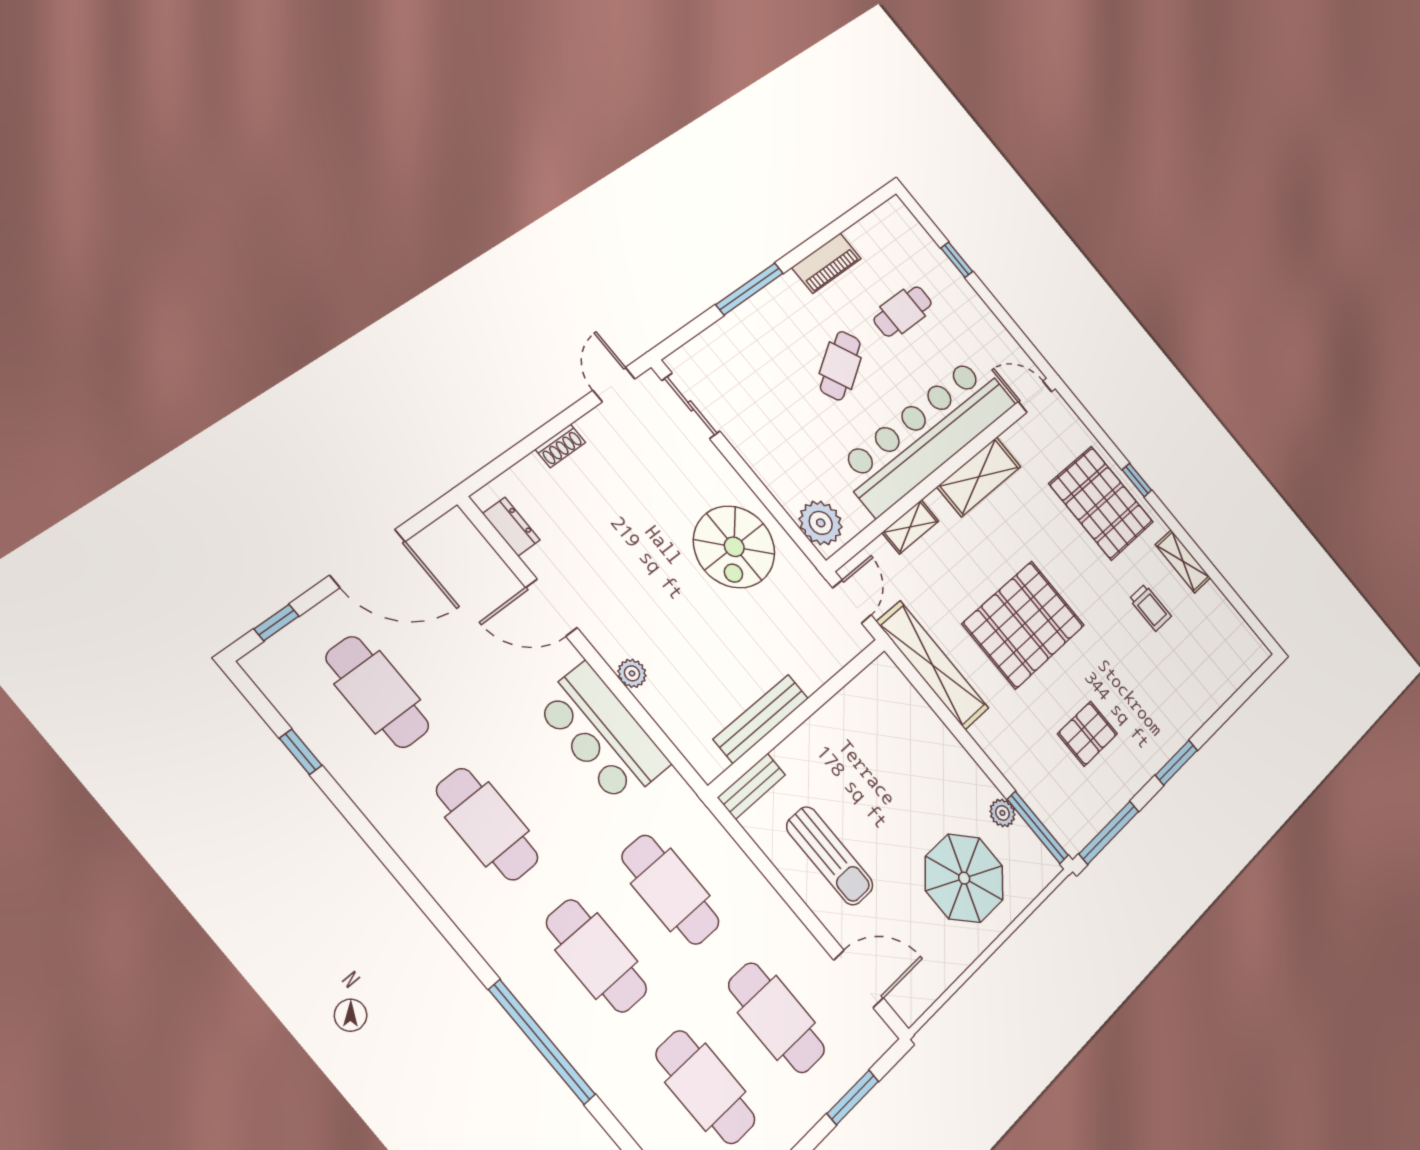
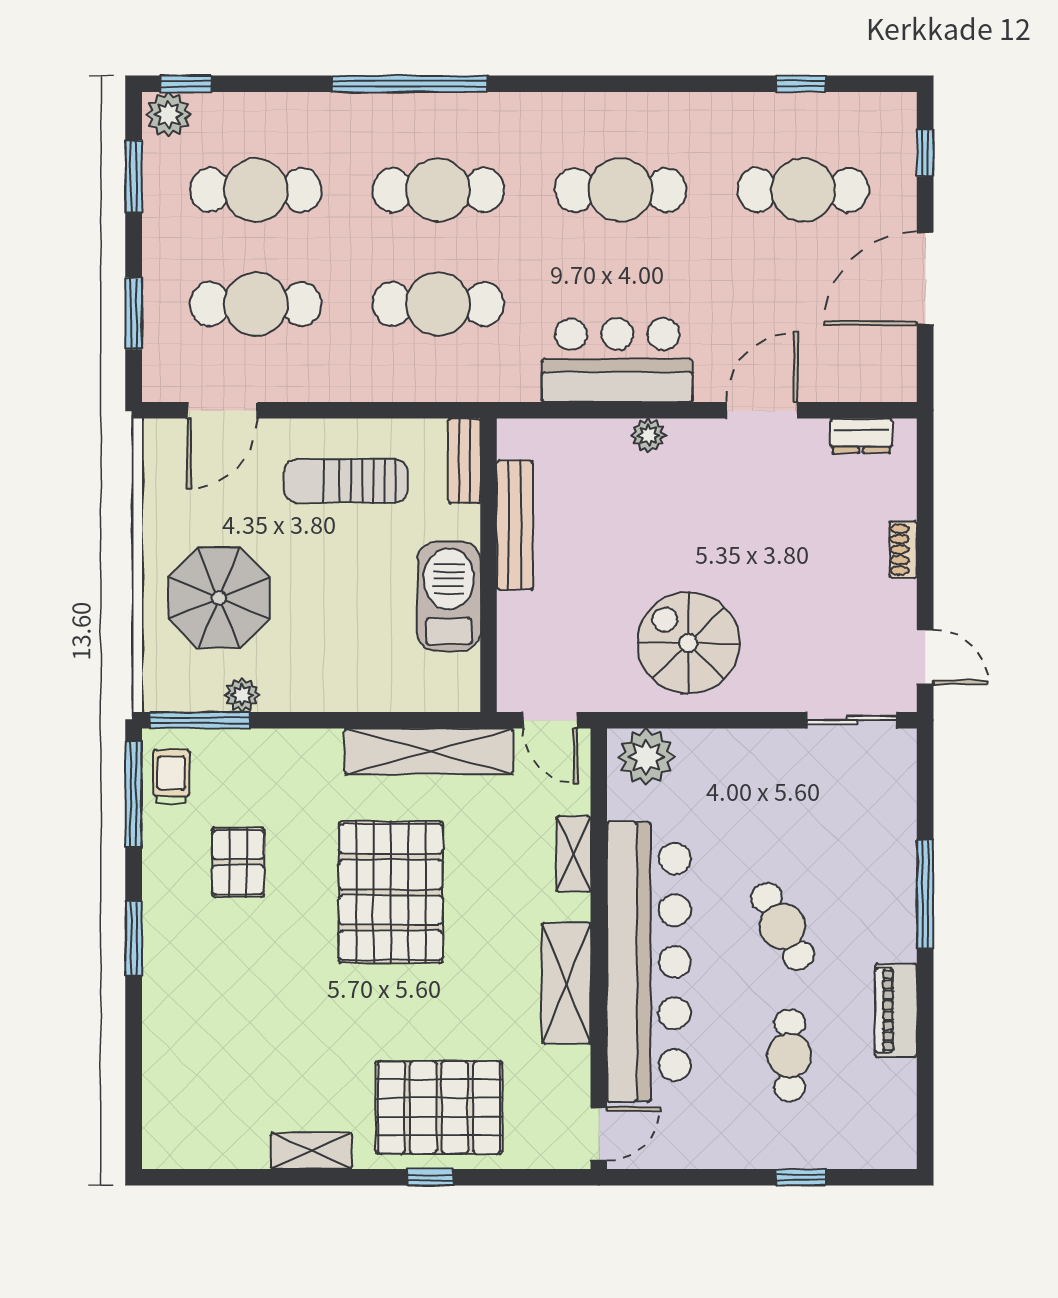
trolley: (1150, 607) -> (171, 777), moved, turned 90
barbecue: (838, 727) -> (449, 596), added

